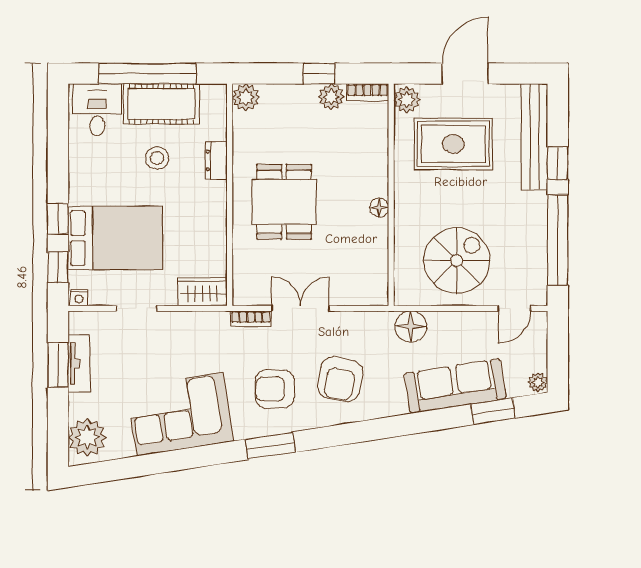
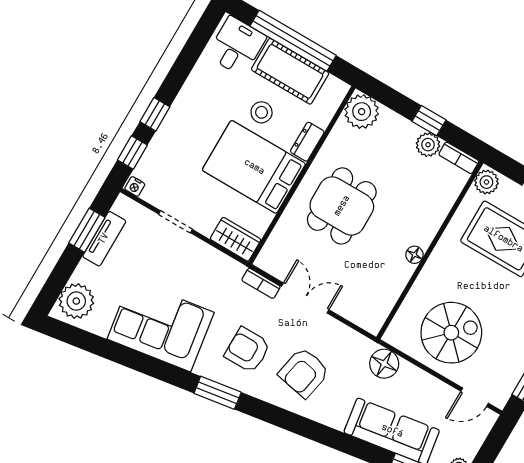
plant: (246, 97) -> (362, 112), width x1.36, depth x1.36
bed: (115, 238) -> (254, 167), moved, turned 180

